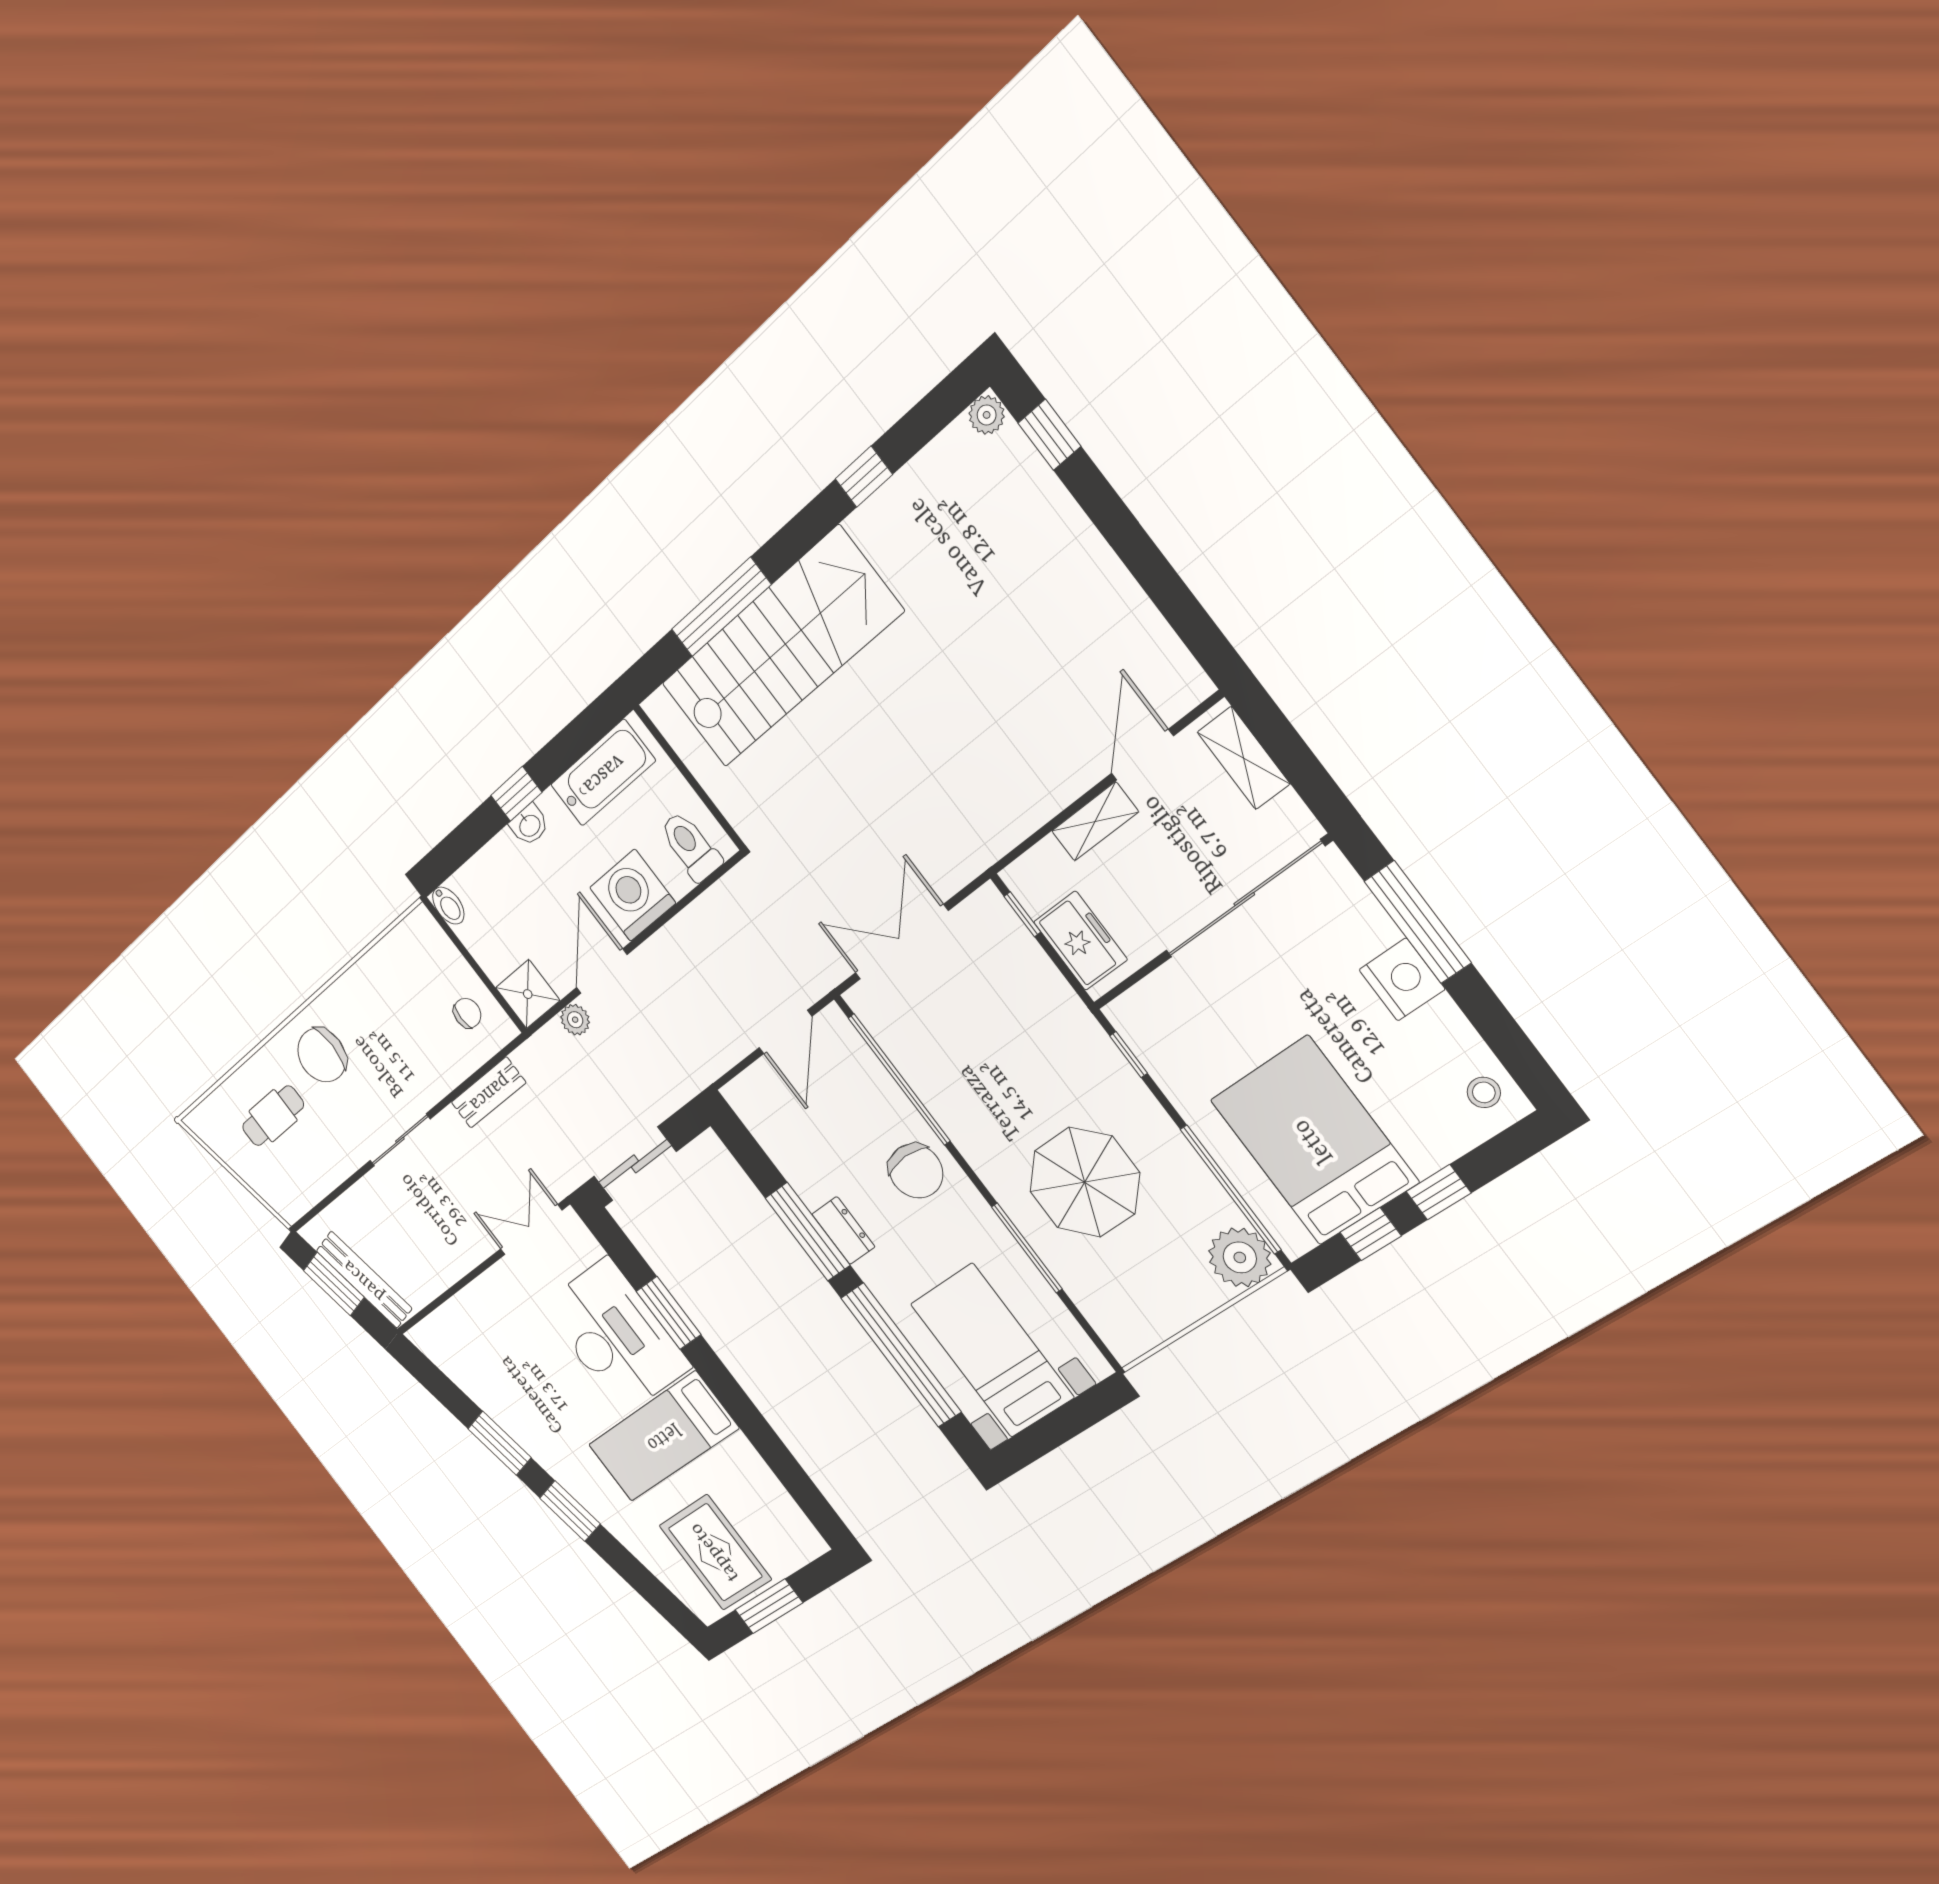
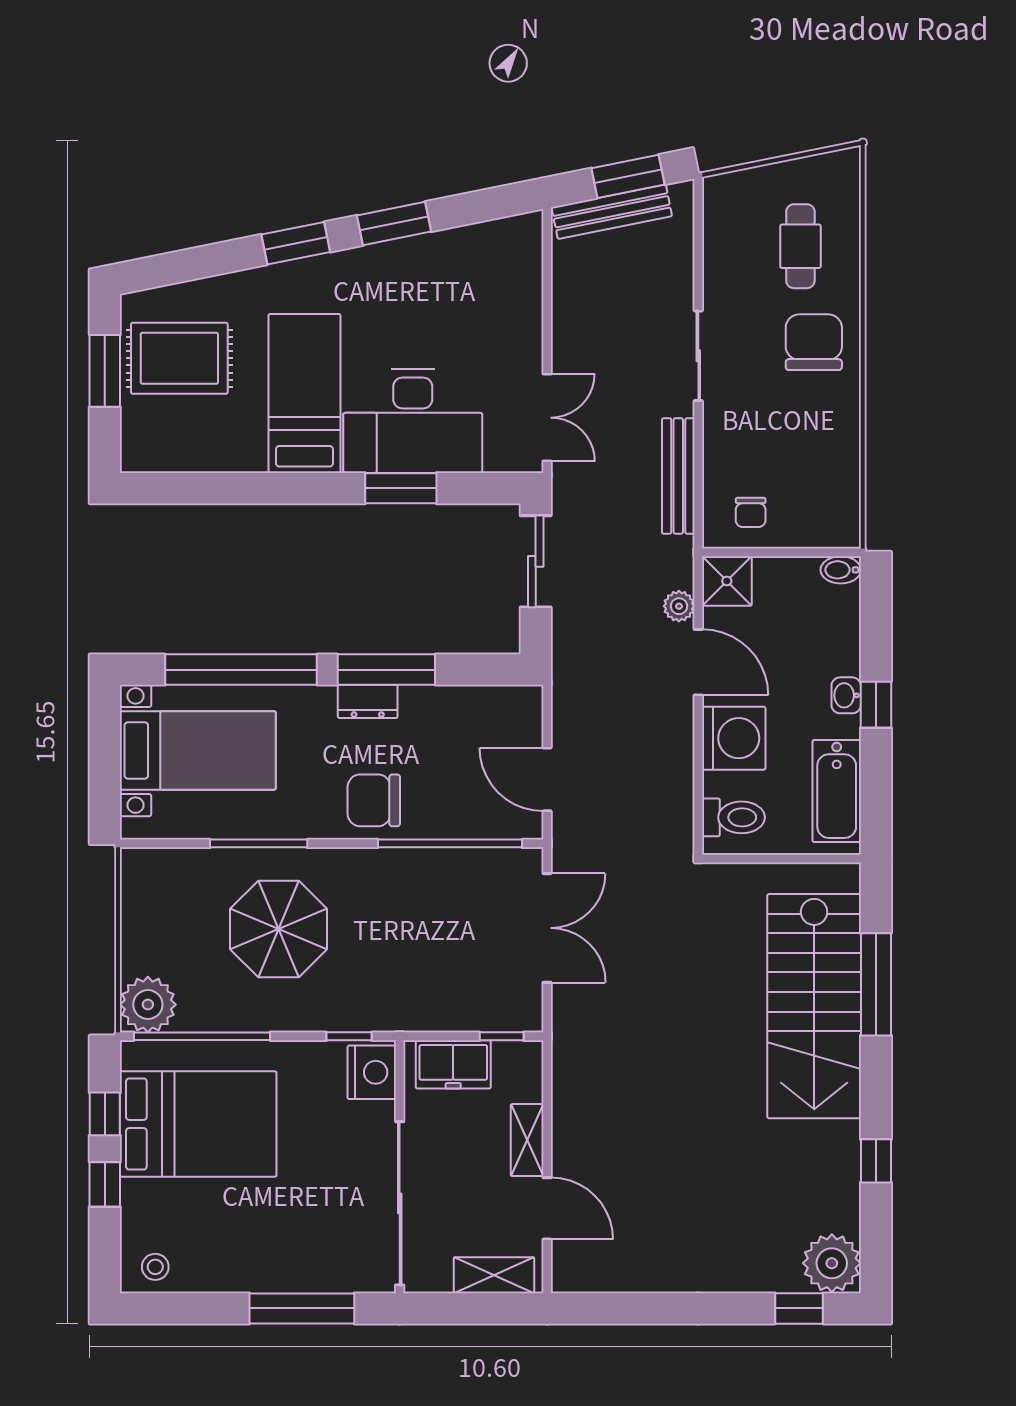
plant: (987, 415) -> (832, 1263), width x1.87, depth x1.87
nightstand: (1402, 979) -> (372, 1072), moved, turned -90
bench: (489, 1092) -> (678, 476), width x1.36

